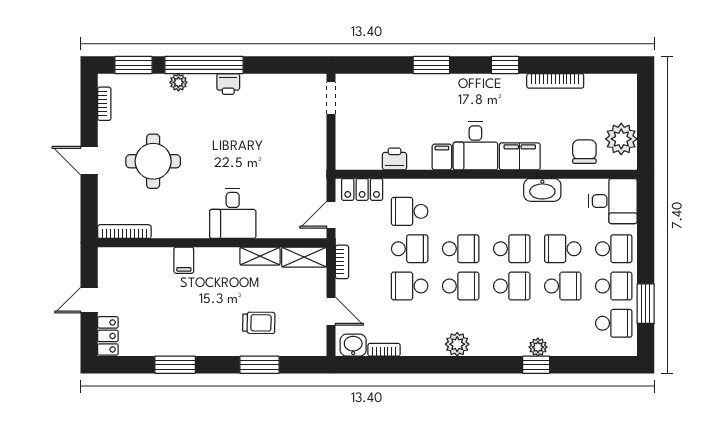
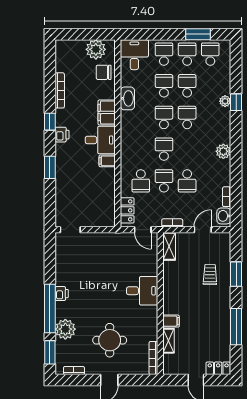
plant: (178, 82) -> (65, 329), width x1.87, depth x1.87
printer: (394, 159) -> (62, 135), moved, turned 180
school desk: (563, 249) -> (164, 86), turned 180
shelving: (260, 256) -> (169, 341), moved
school desk: (461, 286) -> (187, 149), removed
window: (175, 365) -> (236, 327), width x1.44

